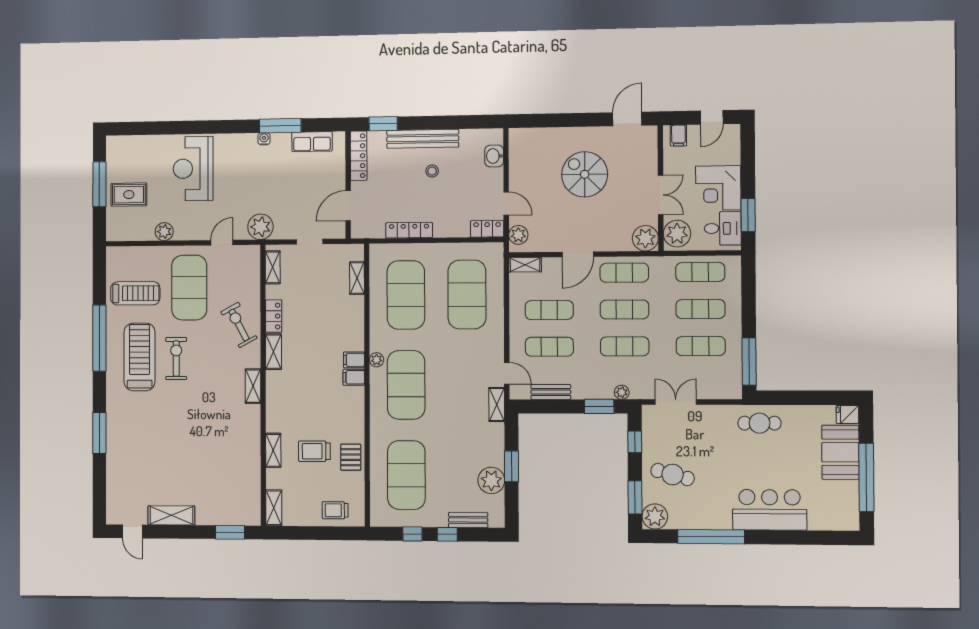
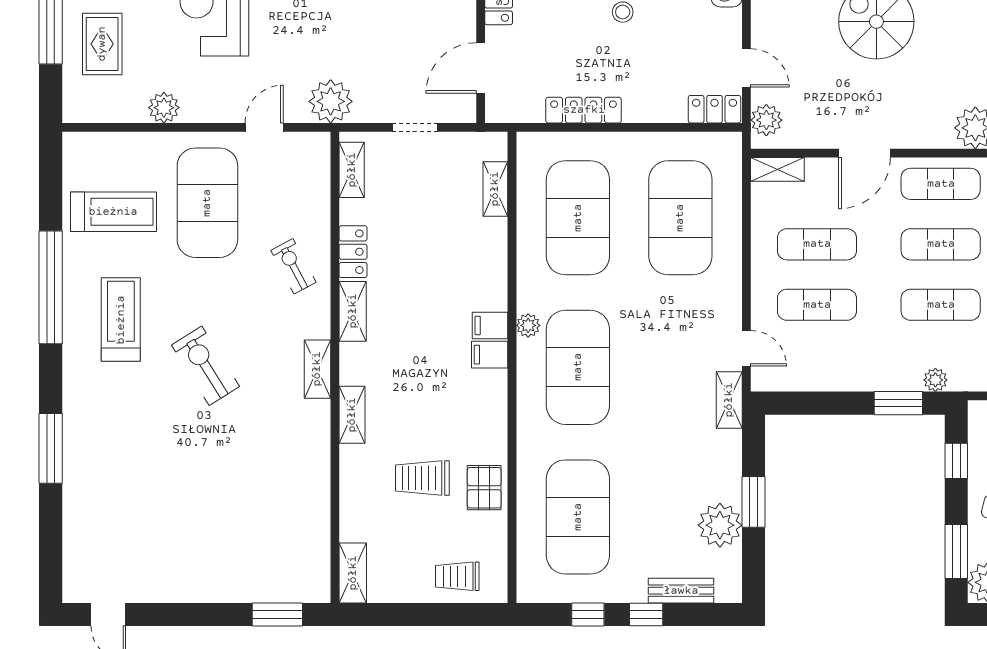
rug: (129, 195) -> (102, 44), turned 90
exercise bike: (239, 325) -> (293, 266), width x0.73, depth x0.72
treadmill: (140, 357) -> (121, 320), width x0.73, depth x0.73
exercise bike: (176, 359) -> (205, 366), moved, turned -32
bench: (551, 392) -> (819, 379), removed
shelving: (273, 450) -> (352, 415), moved
shelving: (171, 515) -> (176, 587), removed

